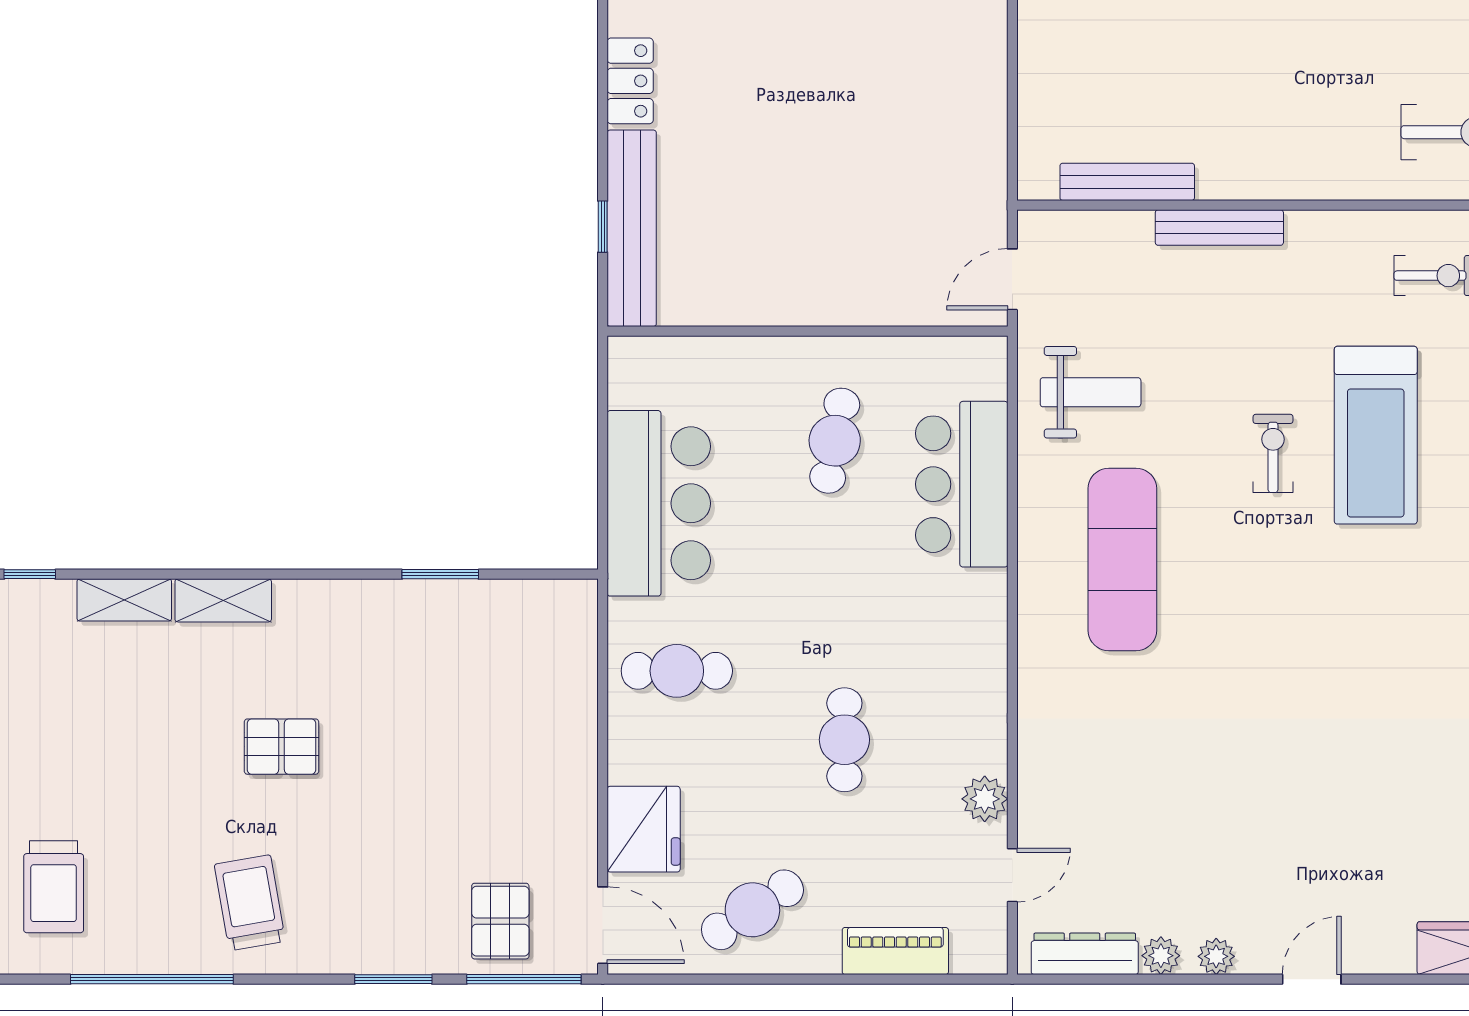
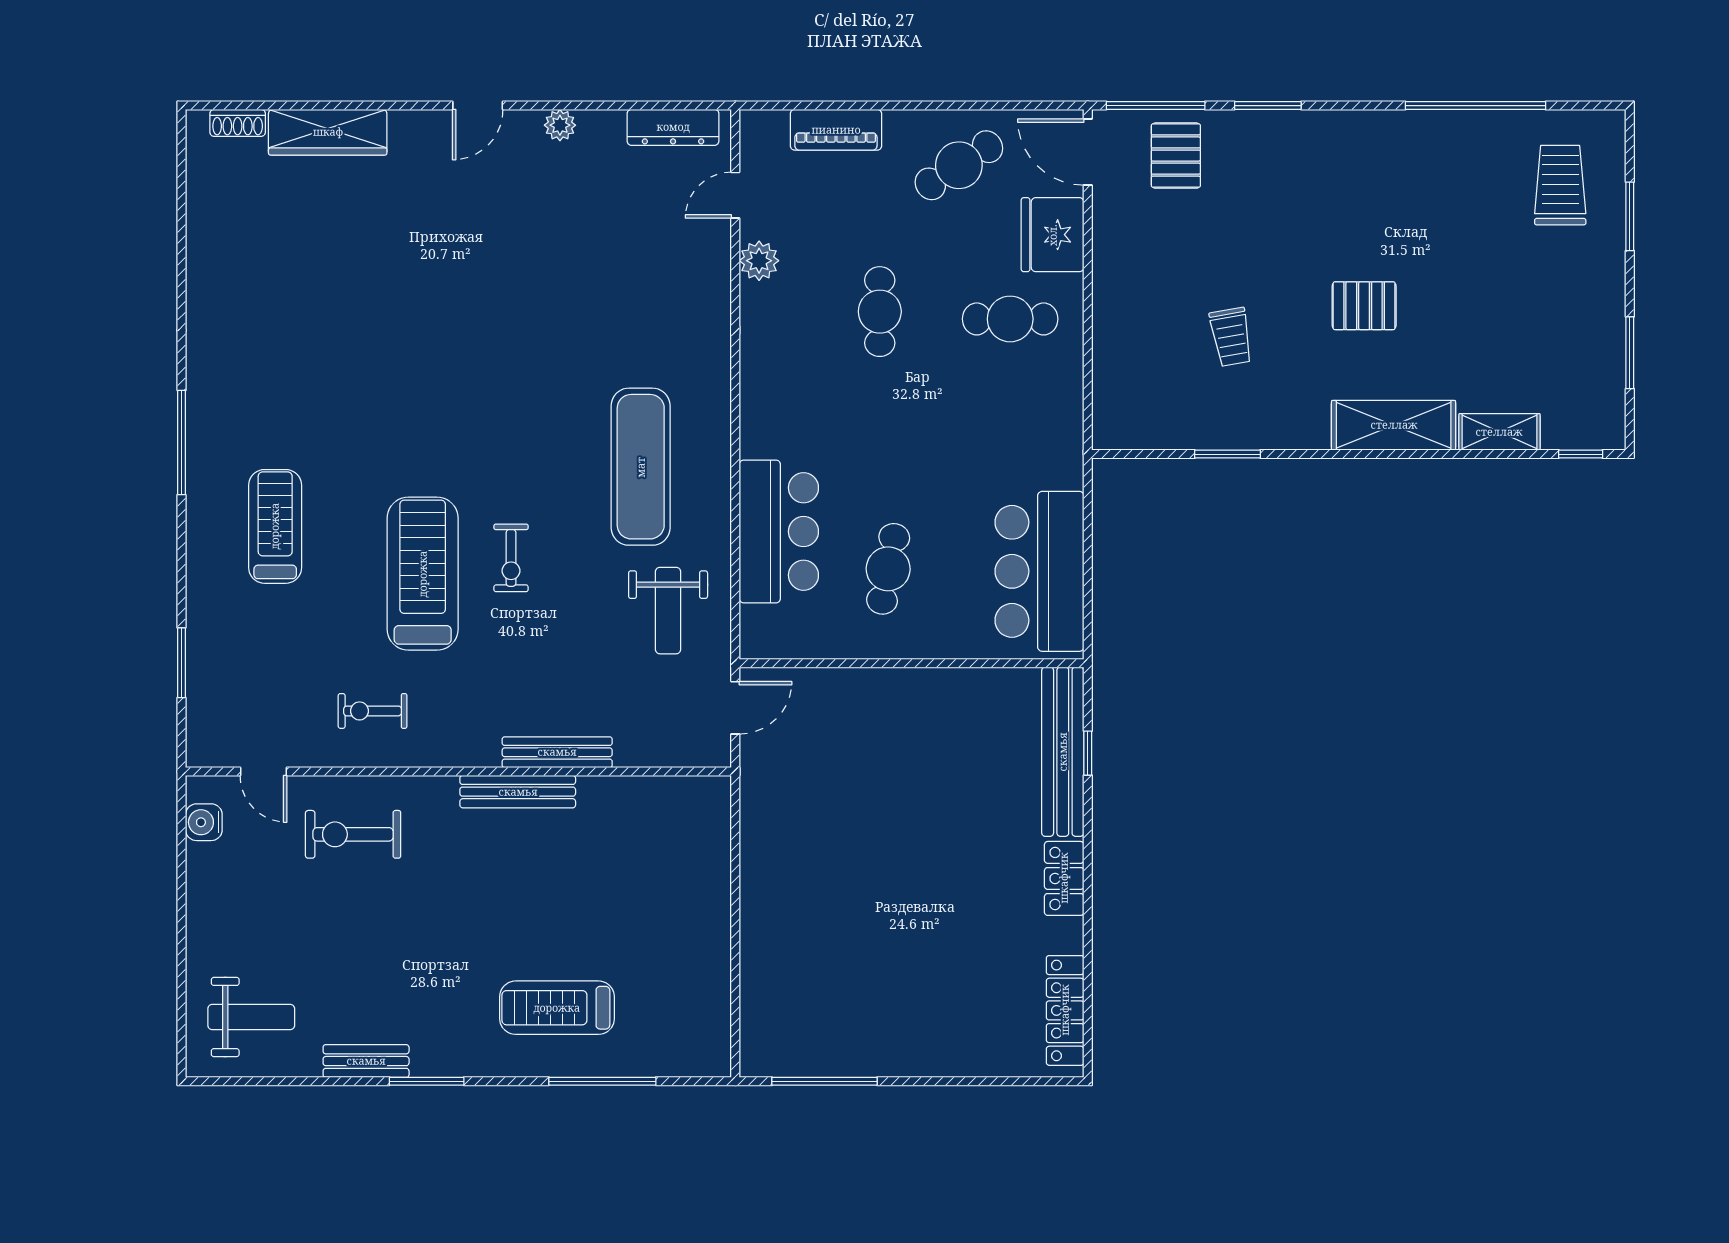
bench: (1127, 182) -> (518, 792), moved
weight bench: (1091, 392) -> (668, 611), turned -90
bar counter: (659, 503) -> (1039, 571), moved
shelving: (223, 600) -> (1394, 425), width x1.50, depth x1.33
cafe table: (677, 671) -> (1010, 319), moved
trolley: (250, 903) -> (1231, 337), moved, width x0.73, depth x0.72
plant: (1161, 956) -> (608, 126), removed

